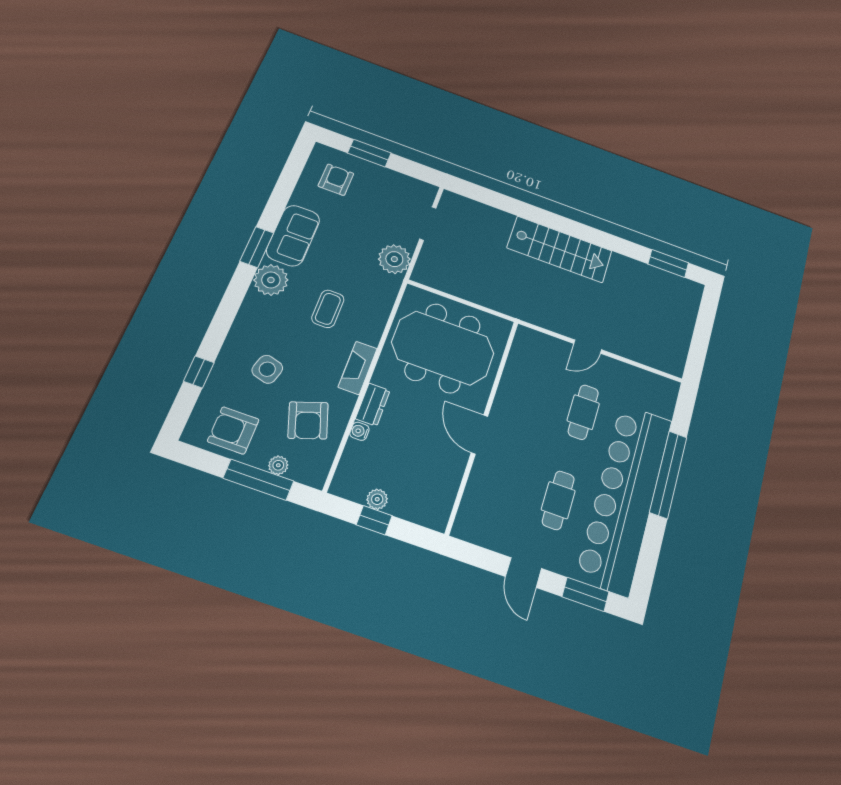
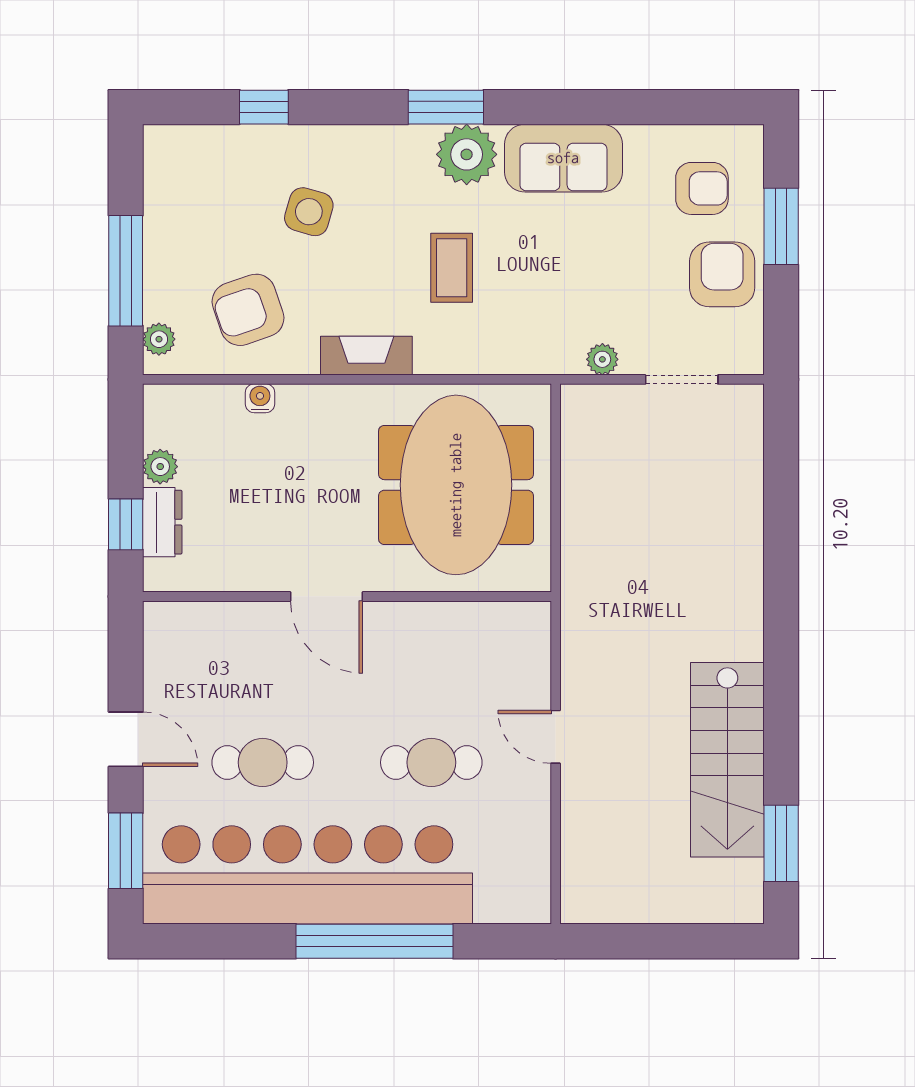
window: (257, 247) -> (446, 107), moved
stairs: (560, 249) -> (727, 760), moved
plant: (394, 259) -> (602, 359), width x0.53, depth x0.53
coffee table: (328, 309) -> (452, 268), turned 90
dresser: (373, 405) -> (162, 522), moved, turned -90
armchair: (233, 430) -> (722, 274), moved
door: (479, 434) -> (327, 596), swing flipped
plant: (278, 465) -> (159, 339), moved
window: (374, 520) -> (126, 524), moved
door: (524, 572) -> (126, 739), swing flipped

